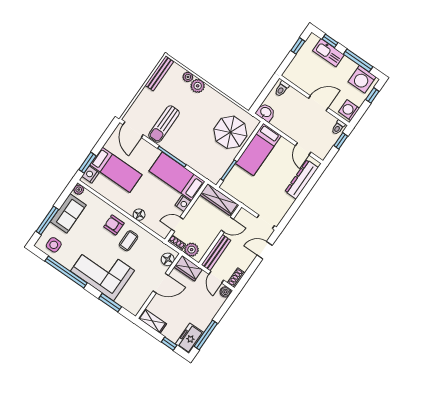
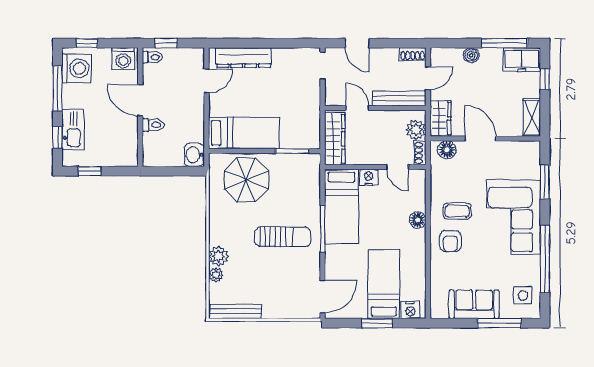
toilet: (282, 89) -> (153, 125), moved
sun lounger: (164, 124) -> (283, 237), moved
window: (87, 163) -> (377, 323), moved
plant: (79, 190) -> (438, 311), removed
boiler: (226, 292) -> (471, 55), moved

